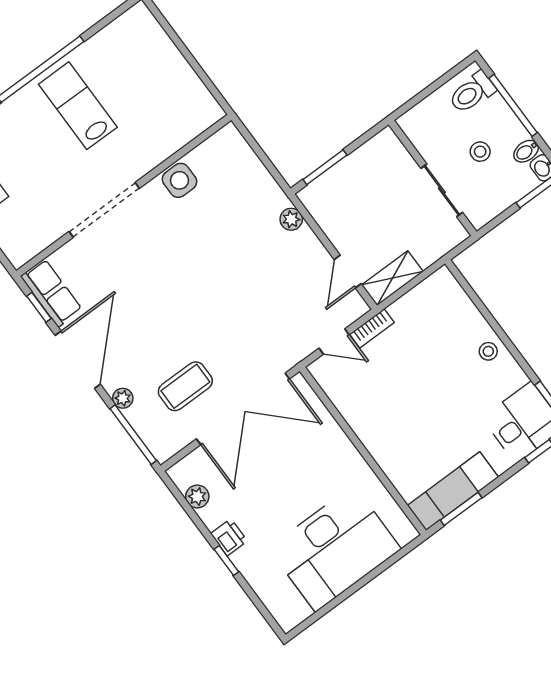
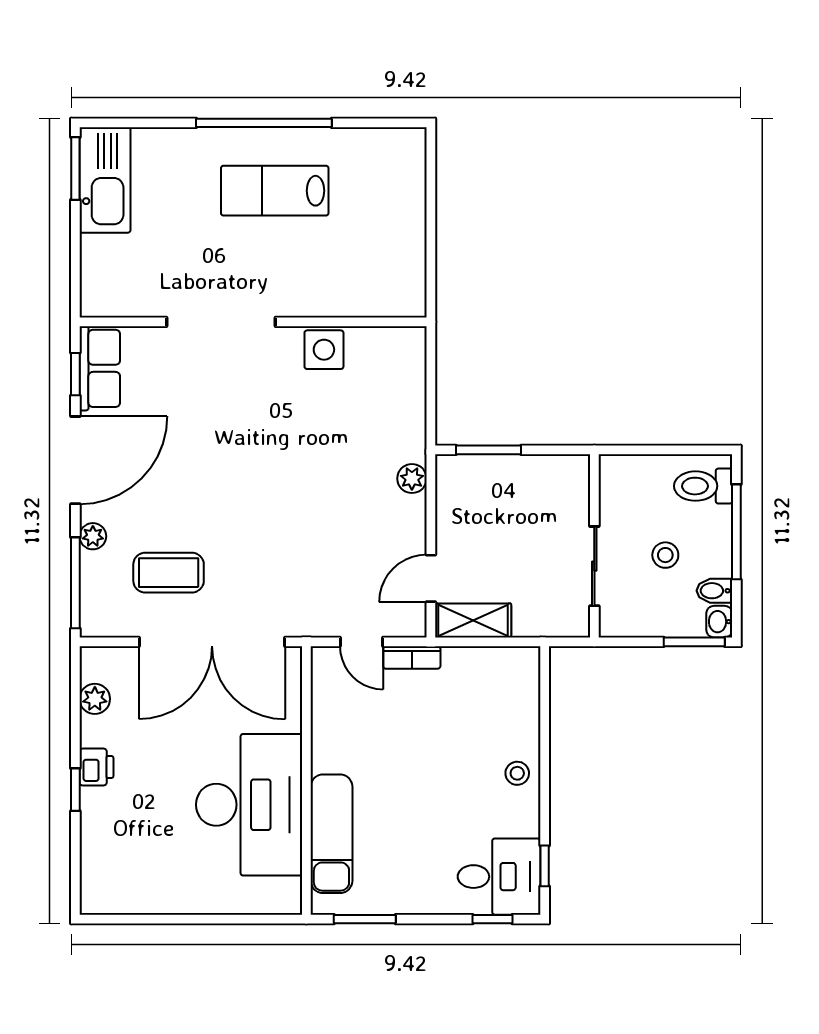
lab bench: (78, 106) -> (275, 191), turned -90
exam couch: (453, 491) -> (331, 834), moved, turned 90
desk: (335, 548) -> (249, 805), moved, turned -90

